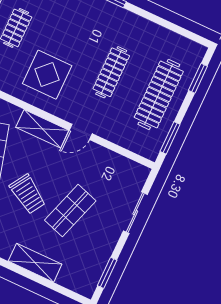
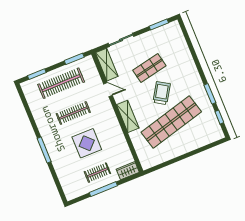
display table: (47, 75) -> (87, 143), moved
door: (81, 132) -> (108, 90), moved
shop shelf: (70, 210) -> (149, 68), turned -30
shelving: (35, 263) -> (107, 65), moved

